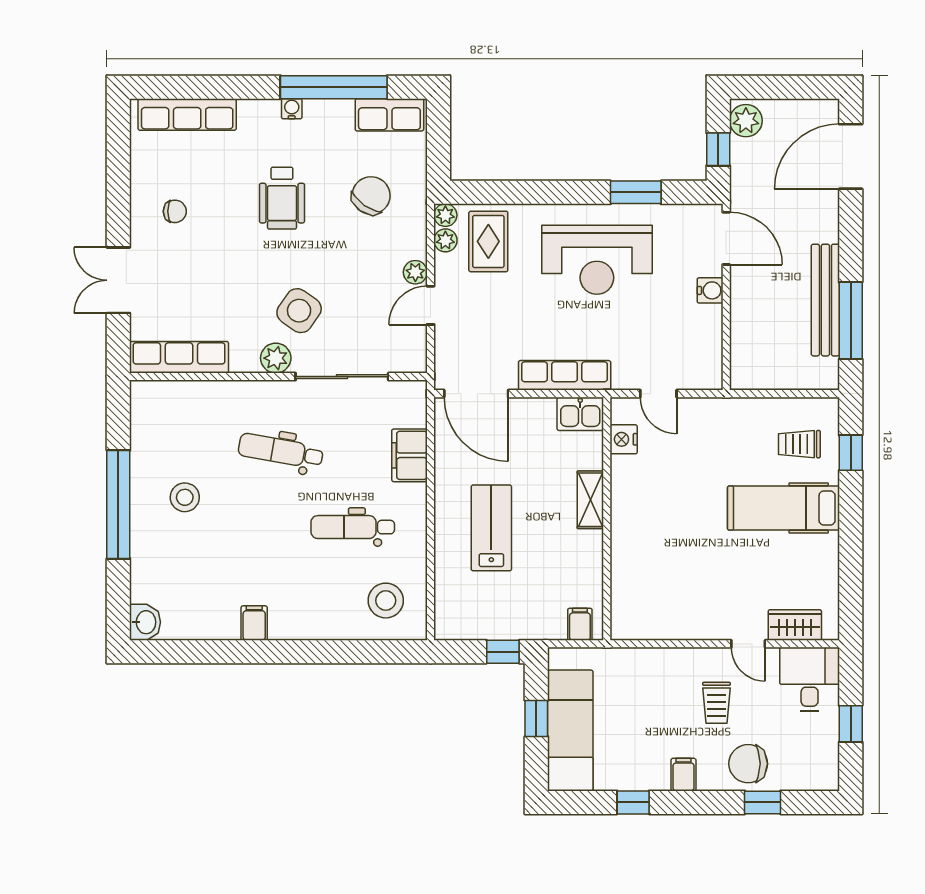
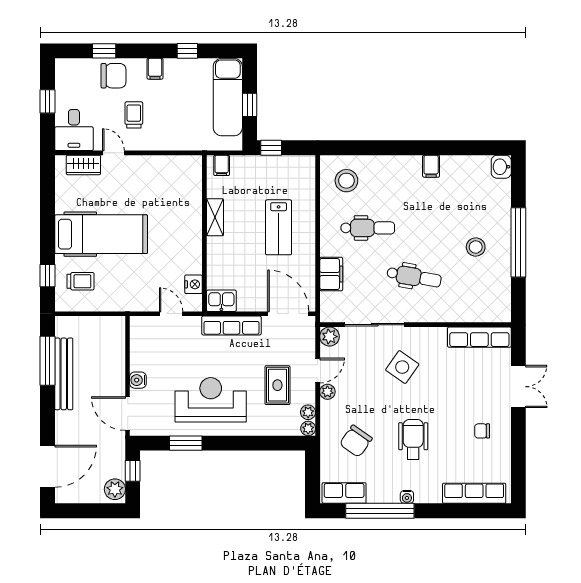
rug: (488, 241) -> (277, 385), moved
plant: (276, 358) -> (330, 337), moved
shelving: (590, 500) -> (215, 217), moved
hospital bed: (784, 508) -> (101, 234), width x1.37, depth x1.29

